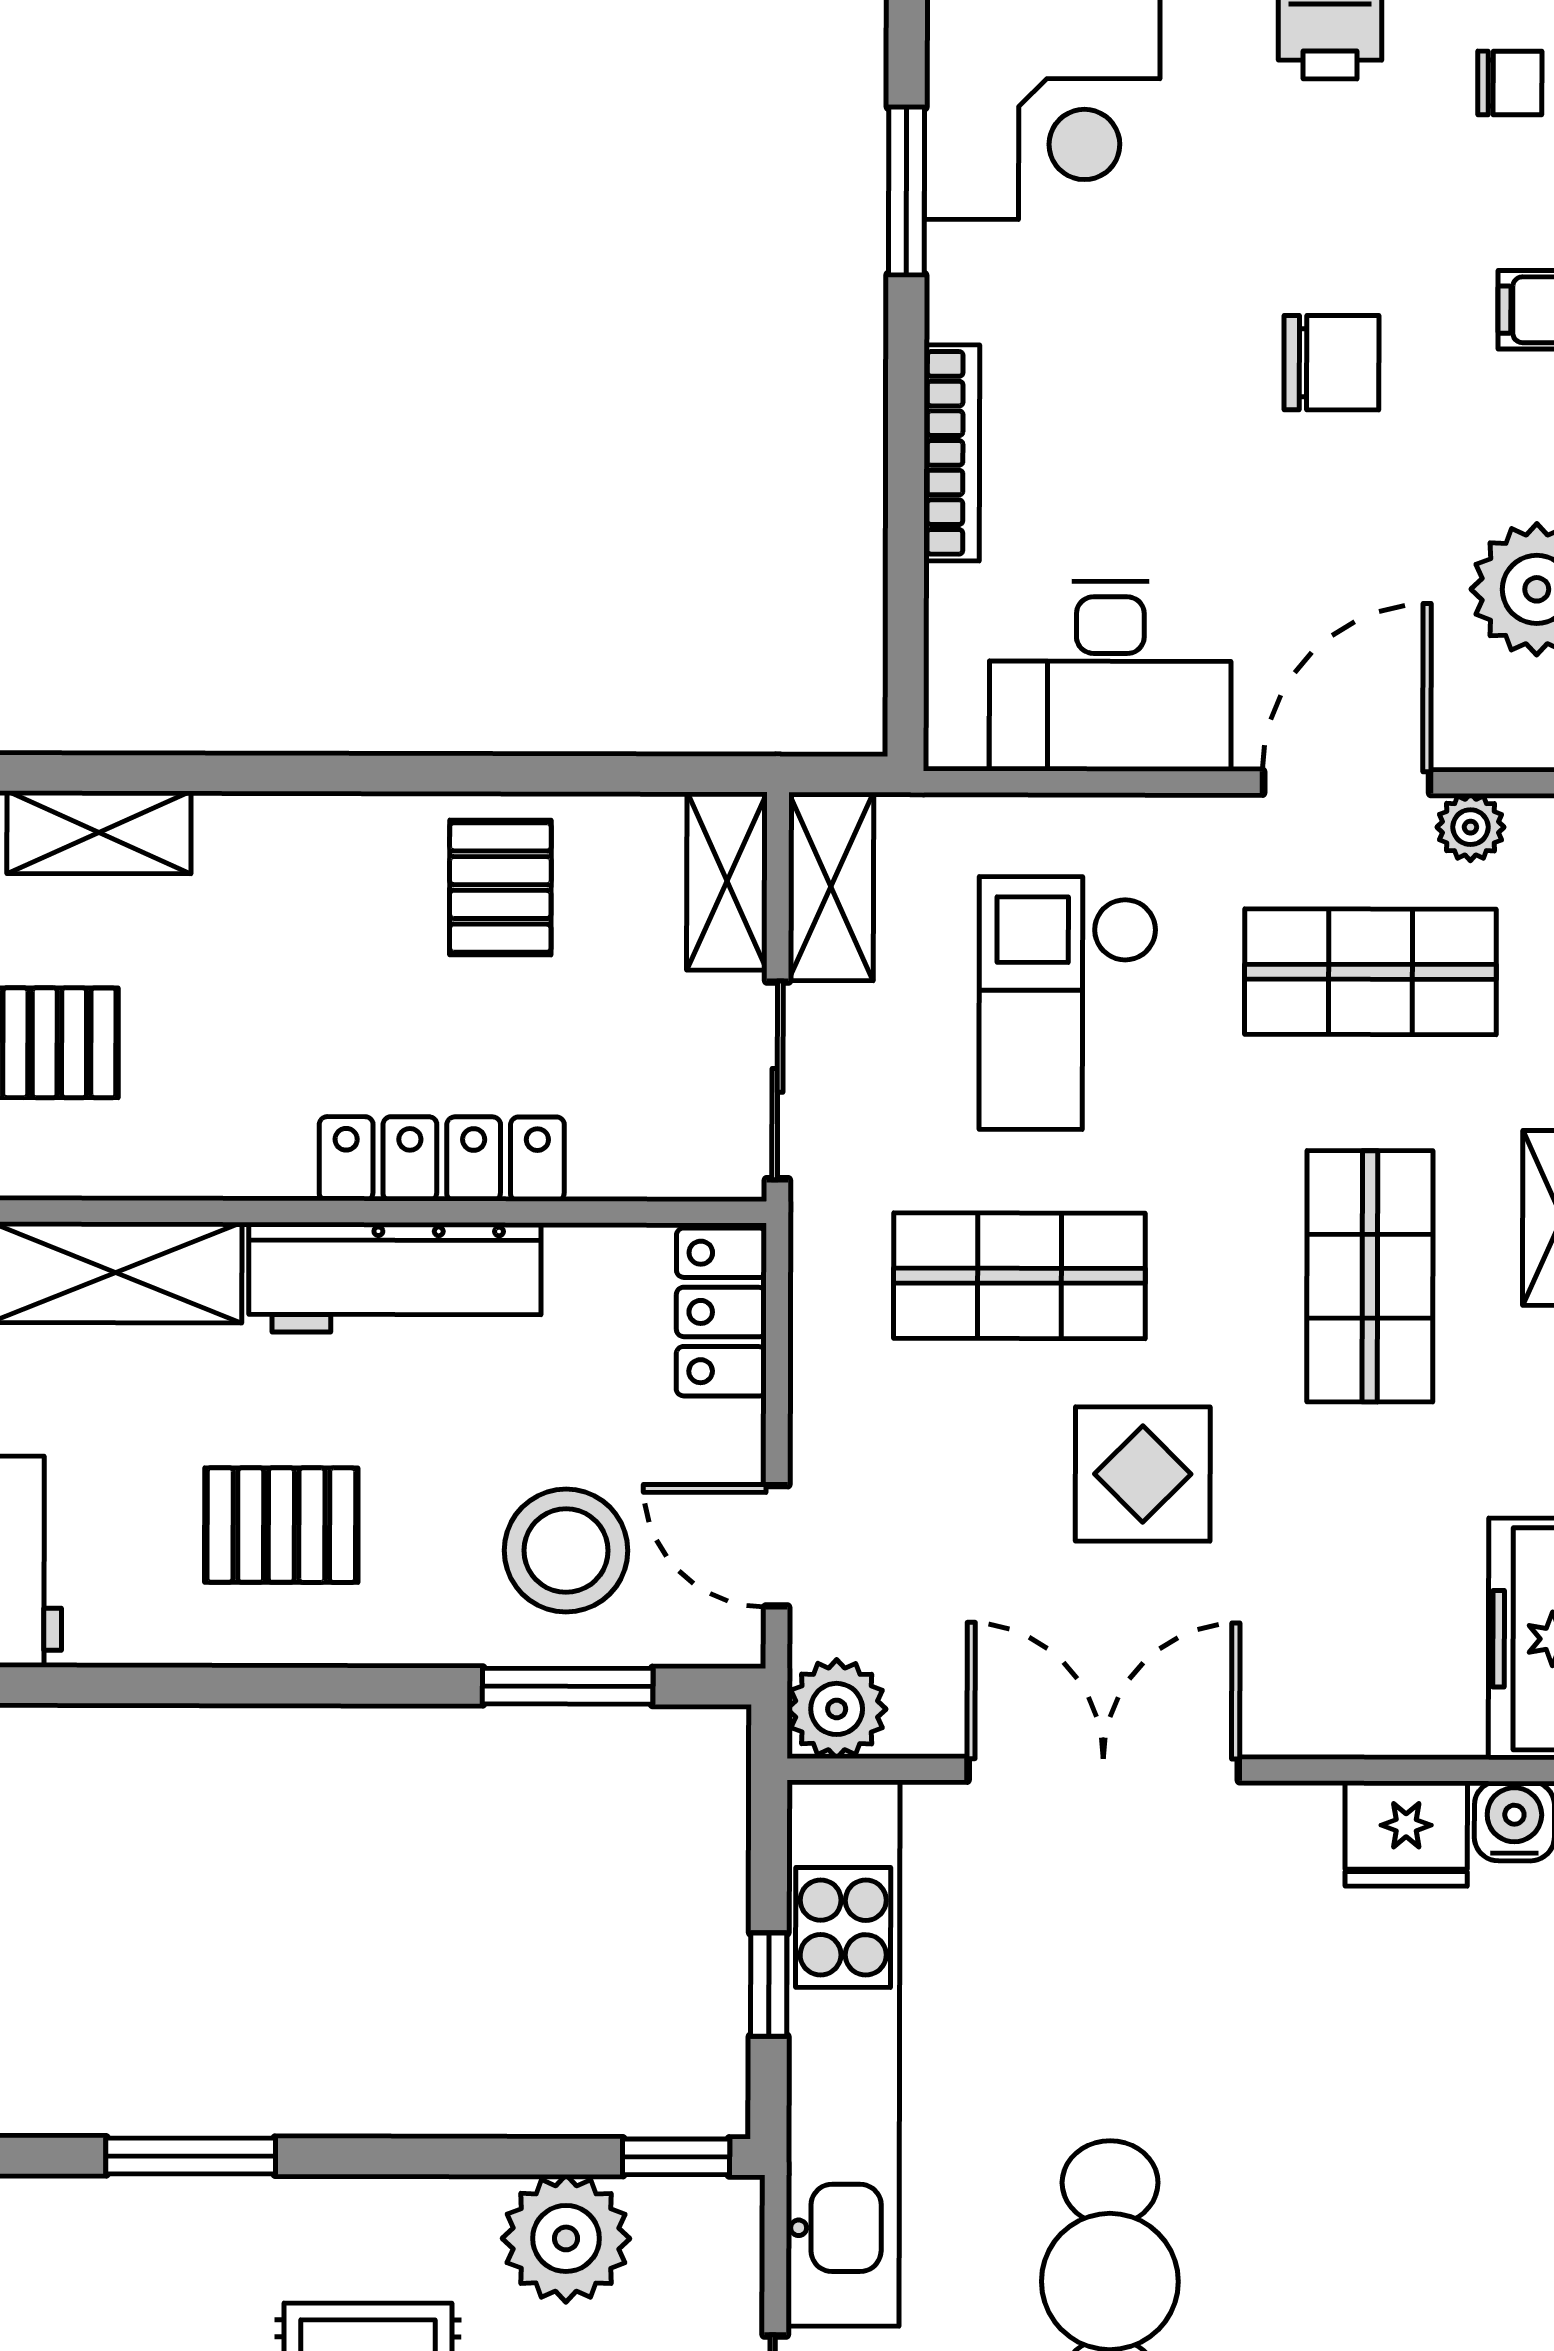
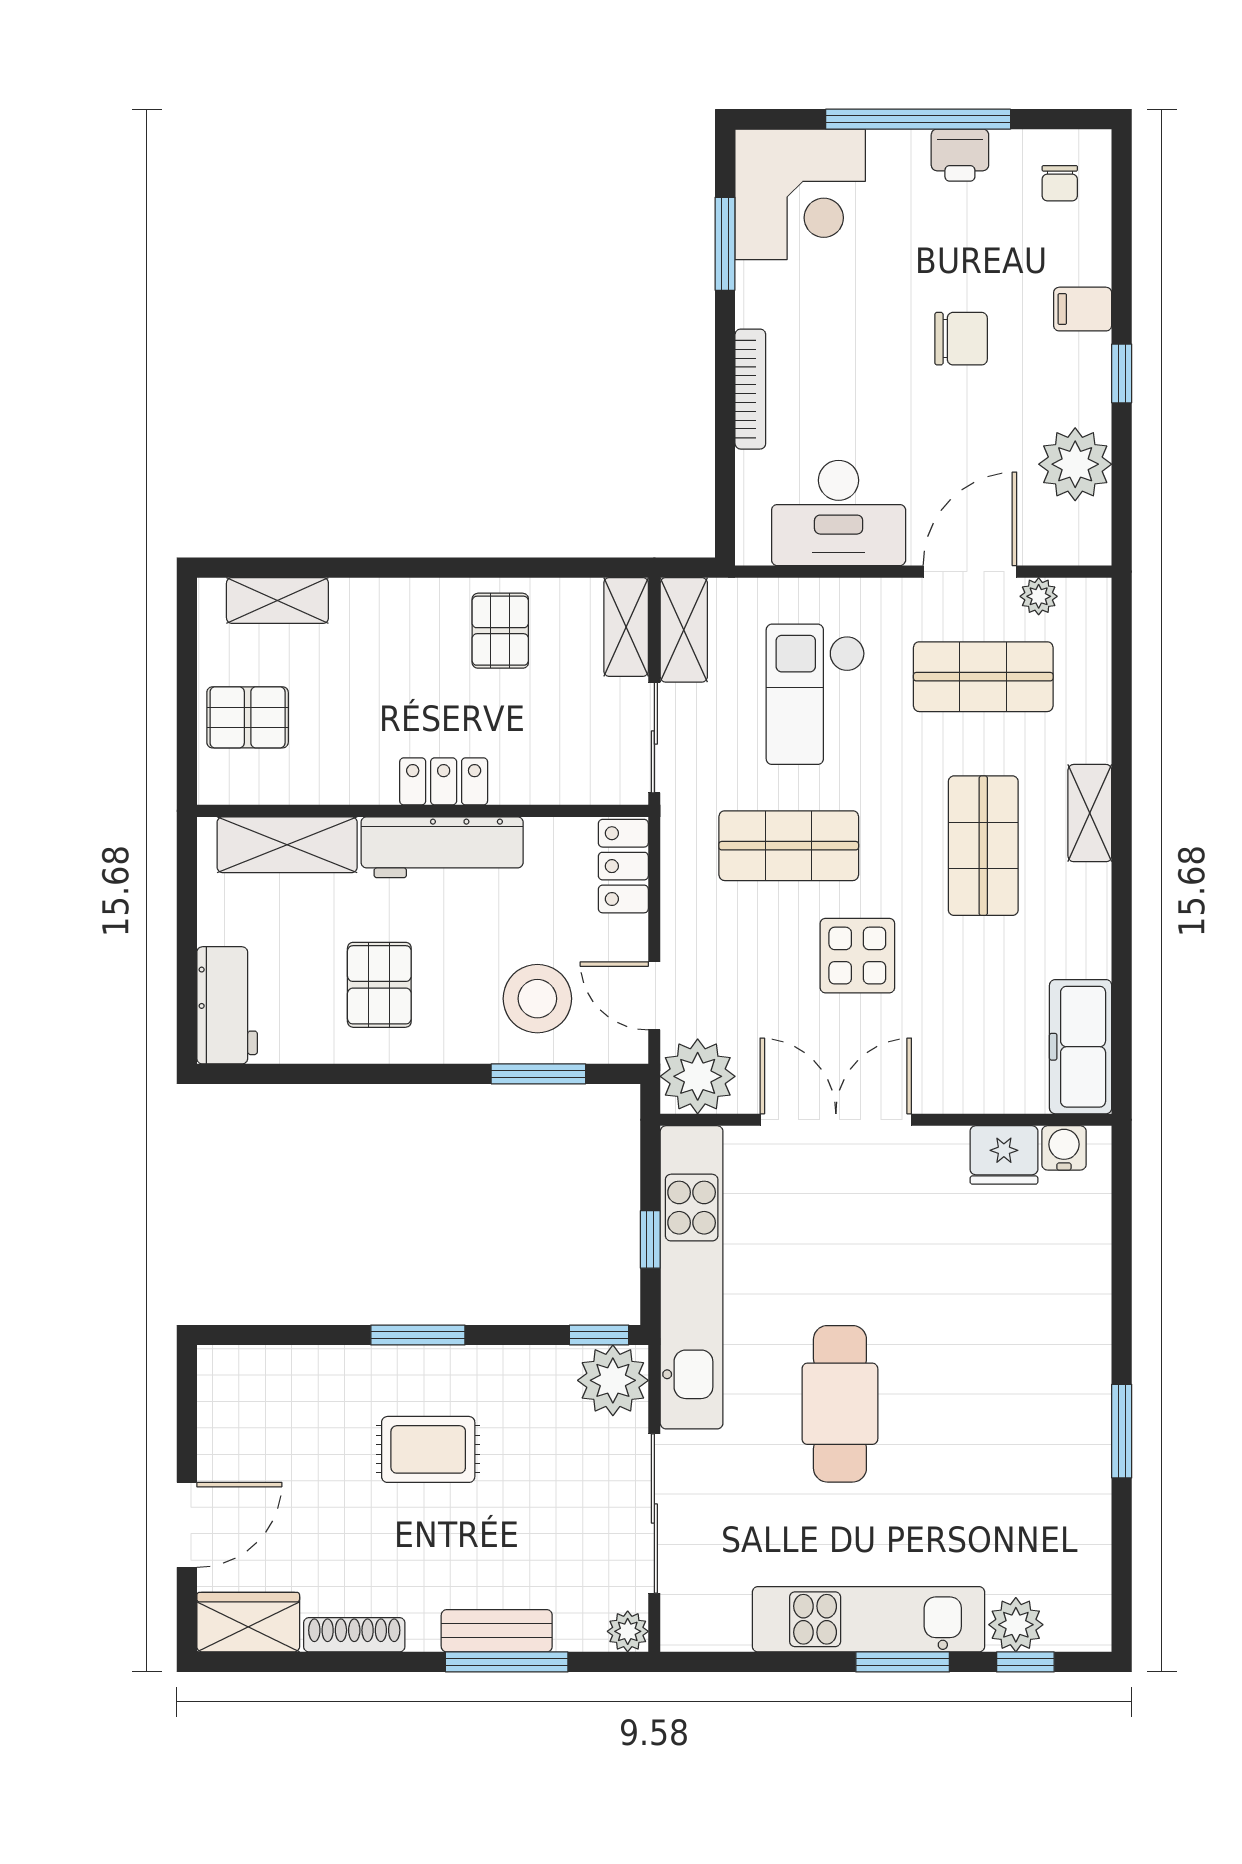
chair: (1510, 83) -> (1060, 183), turned 90
locker: (442, 1159) -> (444, 781), width x0.66
pallet: (281, 1525) -> (379, 985), turned 90
plant: (837, 1709) -> (698, 1076), width x1.36, depth x1.36
window: (191, 2156) -> (418, 1335), moved
plant: (566, 2238) -> (613, 1380), moved

